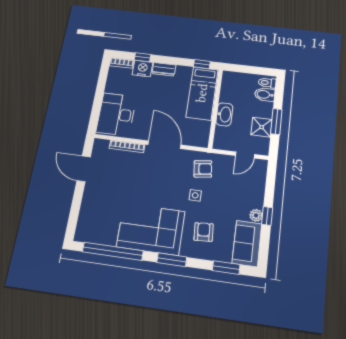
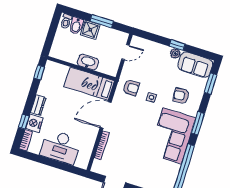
bed: (202, 93) -> (89, 84), moved, turned 180
desk: (116, 114) -> (61, 147), moved
shower: (262, 127) -> (90, 30), moved
door: (245, 155) -> (125, 52), hinge flipped
armchair: (203, 169) -> (131, 88), turned 97

